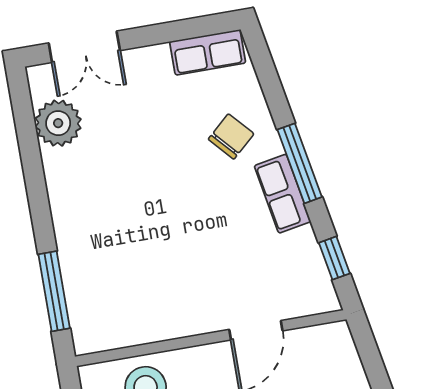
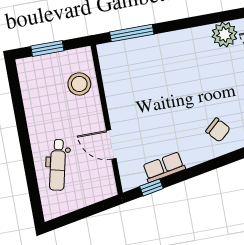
window: (300, 163) -> (204, 168), removed
row of seats: (283, 194) -> (164, 167), moved

